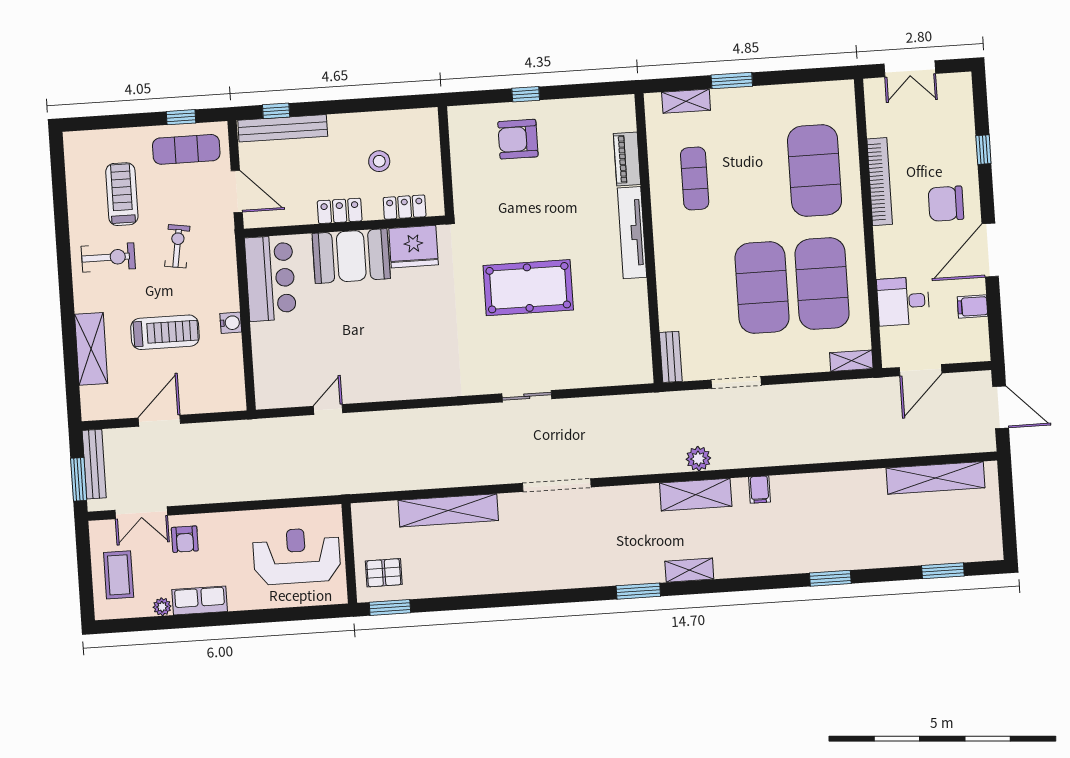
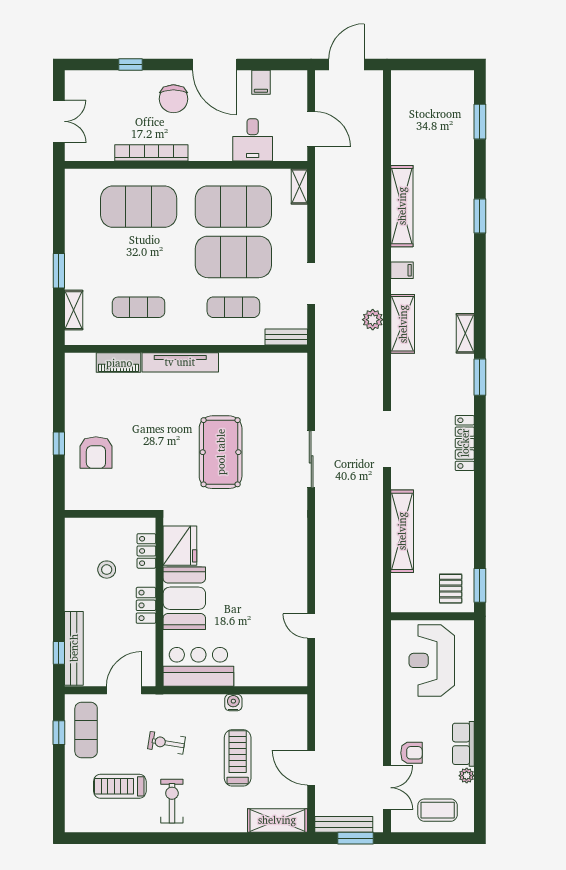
exercise mat: (702, 292) -> (233, 307), added
shelving: (91, 349) -> (277, 820), moved
sliding door: (527, 396) -> (311, 459), width x1.37
shelving: (936, 478) -> (402, 206), moved
locker: (558, 578) -> (465, 443), added

